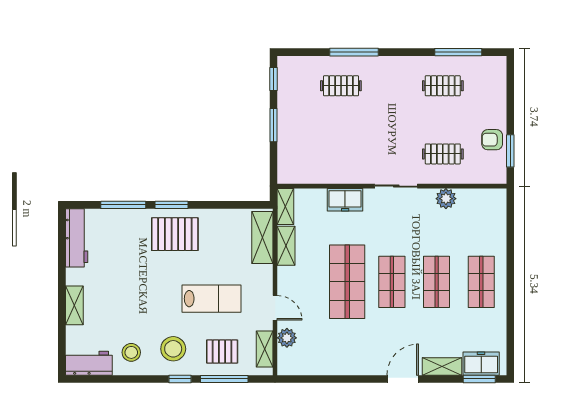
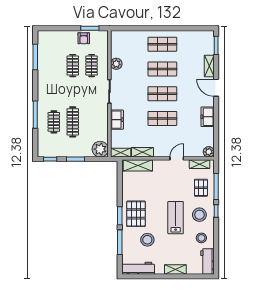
clothes rail: (443, 86) -> (73, 66), moved
clothes rail: (341, 120) -> (73, 122), added
plant: (292, 169) -> (100, 149), added
stool: (128, 255) -> (147, 240), added
shop shelf: (347, 282) -> (162, 118), width x0.70, depth x0.74
lab bench: (212, 299) -> (176, 218), moved
plant: (287, 338) -> (209, 152), moved
freezer: (481, 364) -> (208, 117), moved

